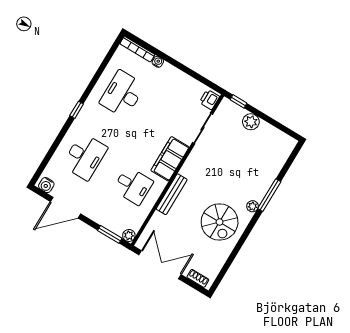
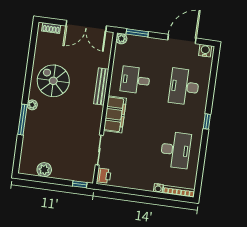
plant: (251, 122) -> (44, 170), moved

